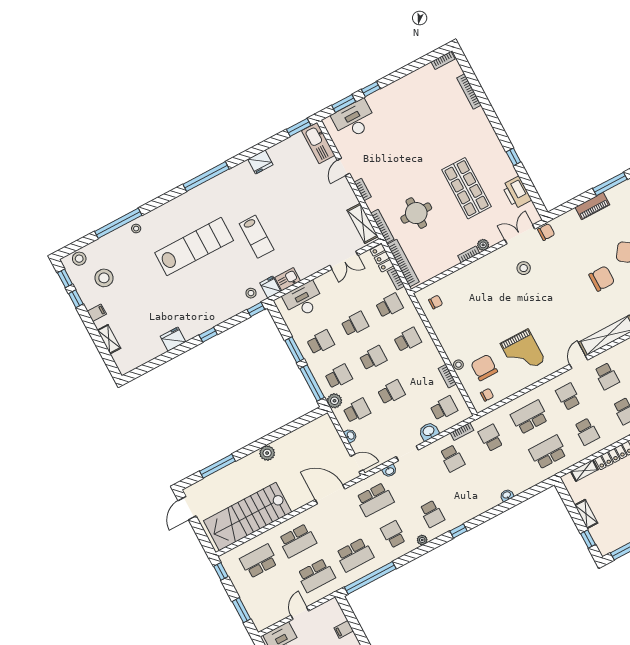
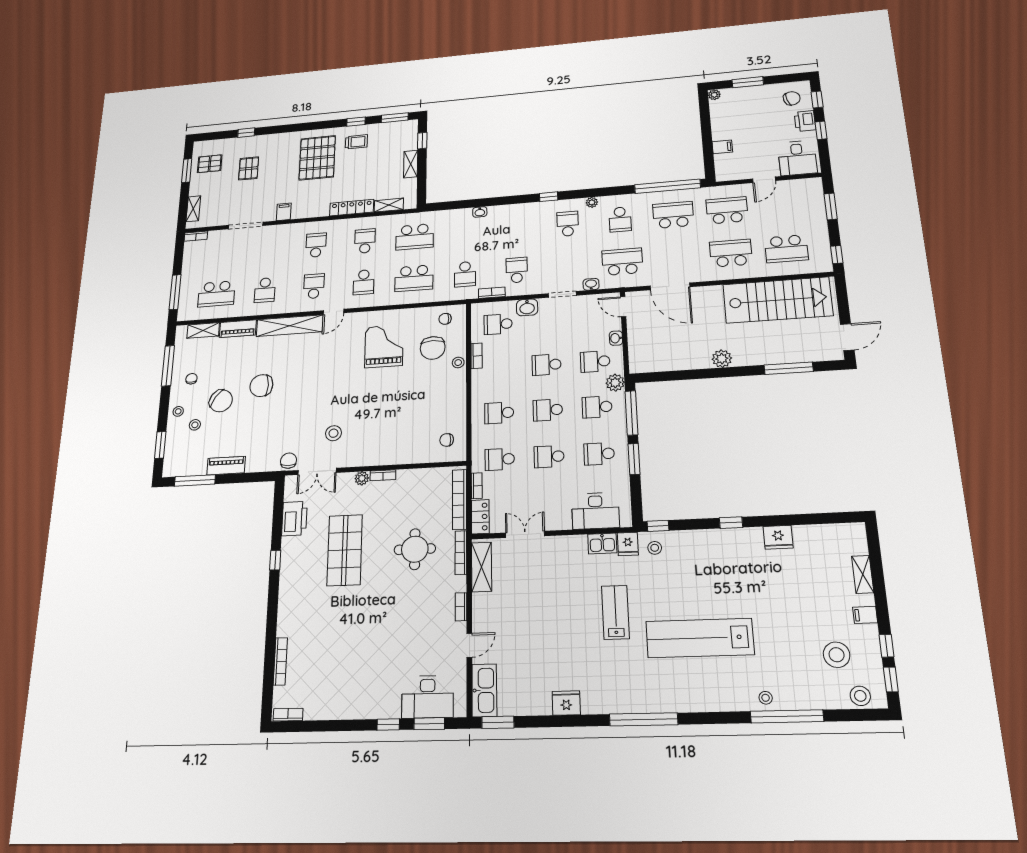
chair: (546, 232) -> (289, 461), turned 90

